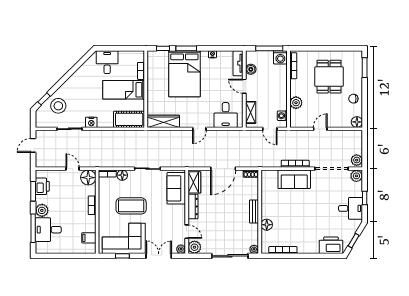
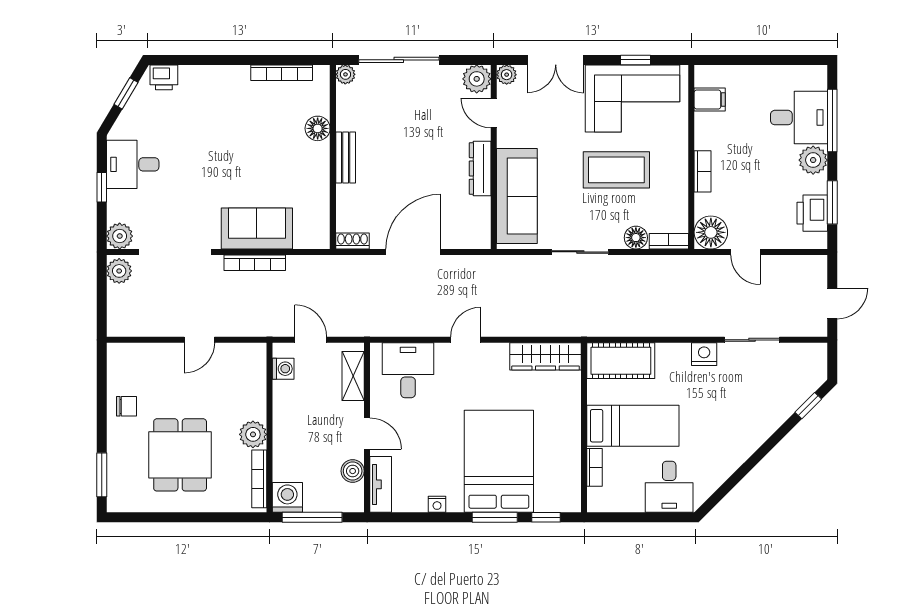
plant: (296, 103) -> (253, 434), moved
stool: (58, 106) -> (777, 390), removed
floor lamp: (357, 122) -> (119, 355), removed
wardrobe: (194, 182) -> (477, 222), removed
sofa: (176, 188) -> (517, 196), width x1.36
printer: (331, 245) -> (164, 77), width x0.53, depth x0.68

